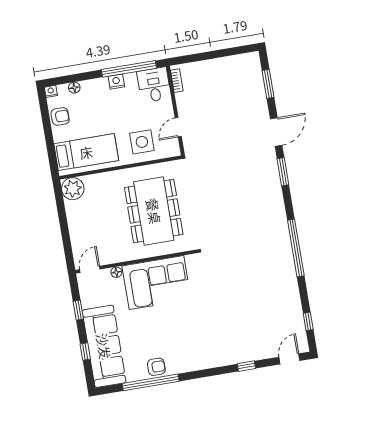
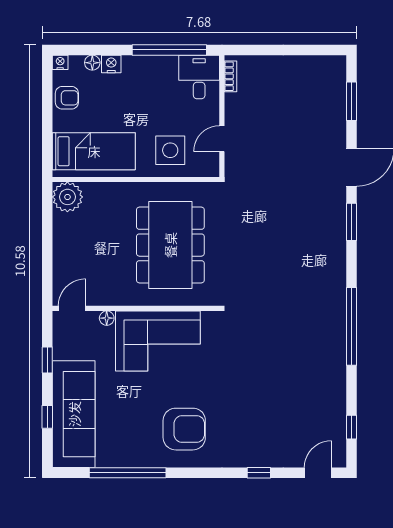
nightstand: (116, 82) -> (111, 64), moved
armchair: (156, 367) -> (184, 429), moved, width x1.88, depth x1.88

